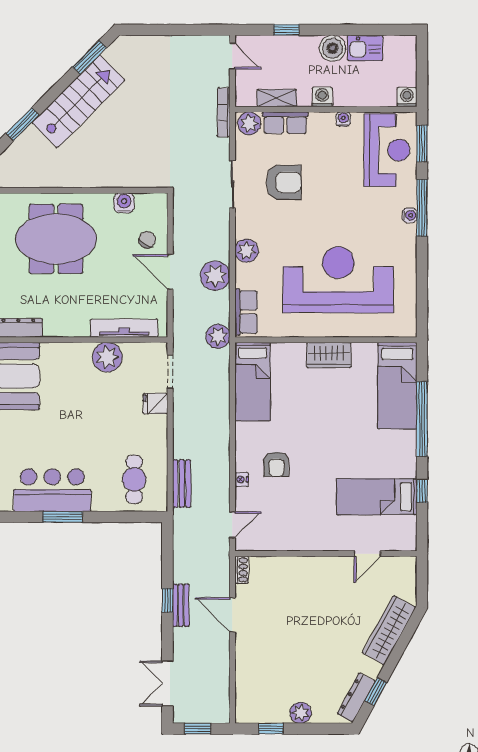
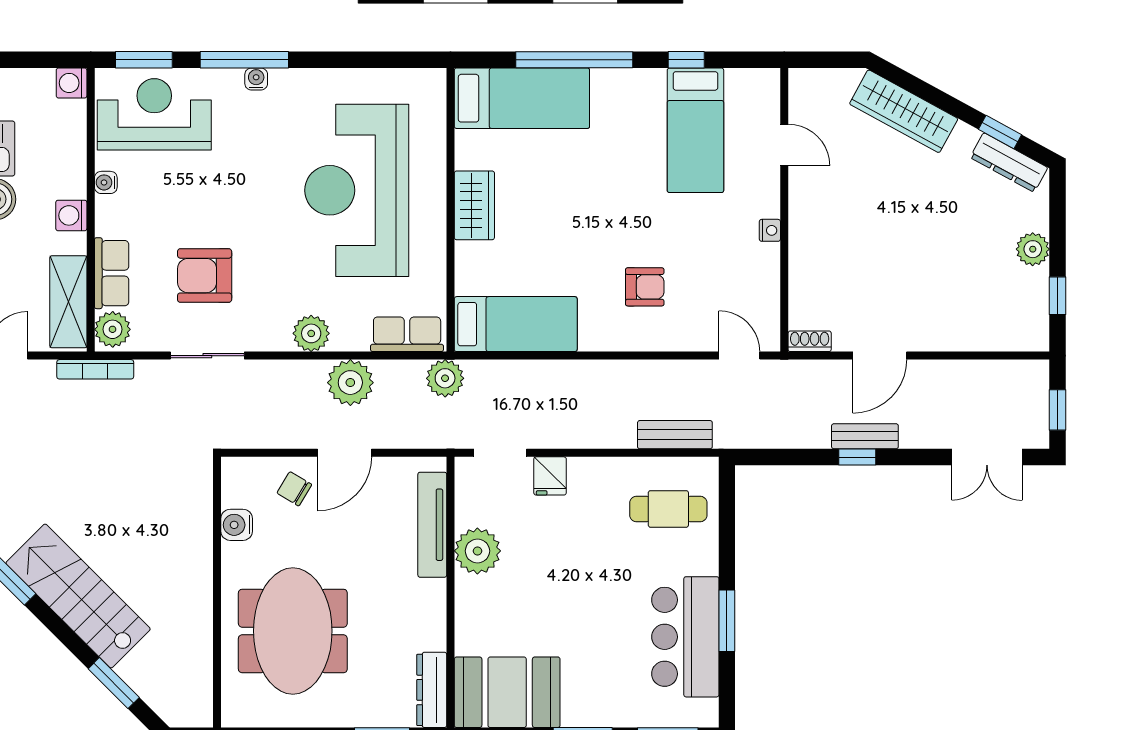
shelving: (277, 98) -> (68, 302), width x1.50, depth x1.33
armchair: (284, 182) -> (205, 276), turned -90
nightstand: (242, 479) -> (770, 230), moved, turned -90

